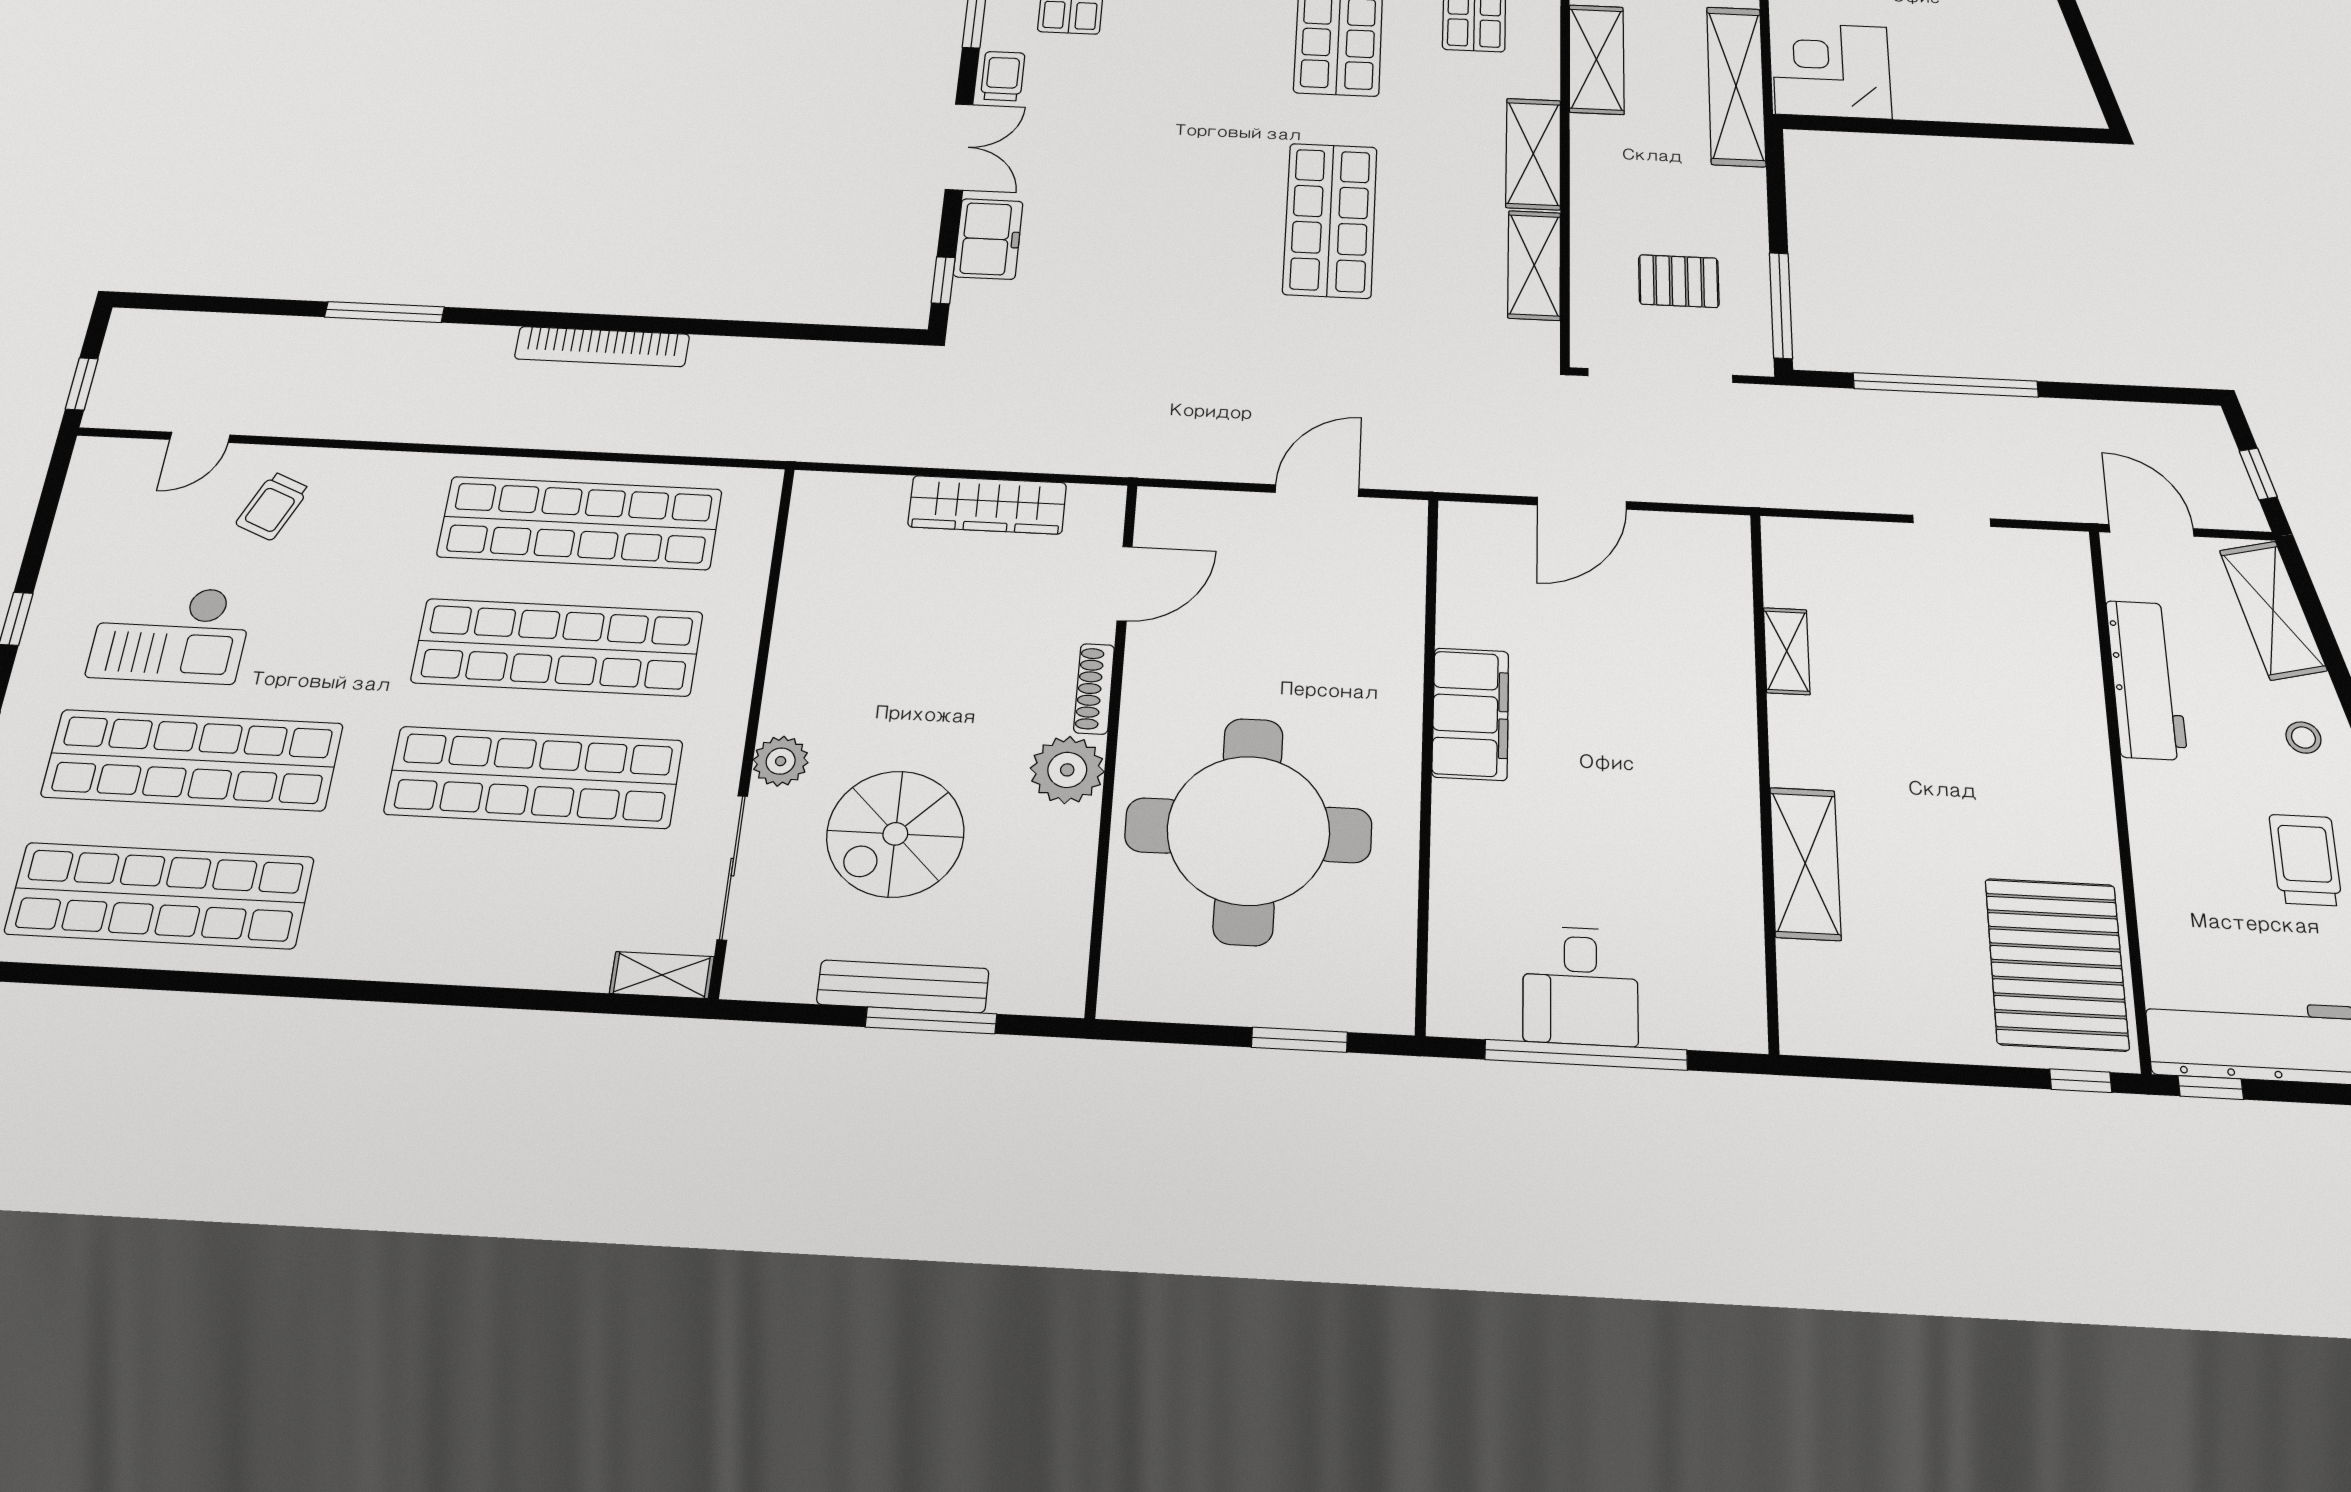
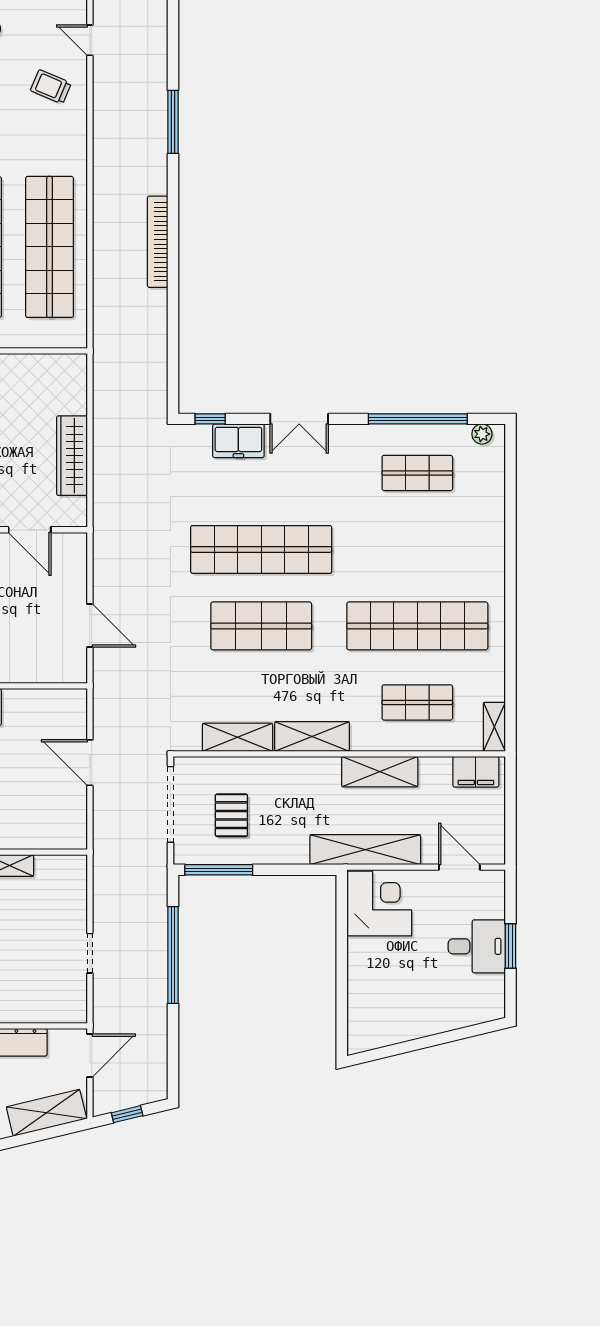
trolley: (1003, 76) -> (349, 439), removed
shop shelf: (1190, 214) -> (261, 549), added

